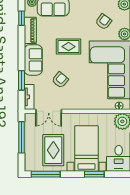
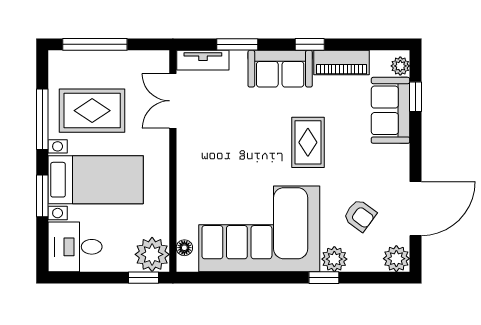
window: (22, 18) -> (310, 44), moved
armchair: (60, 80) -> (238, 125), removed
window: (22, 137) -> (95, 44), moved
window: (46, 174) -> (42, 119), moved

